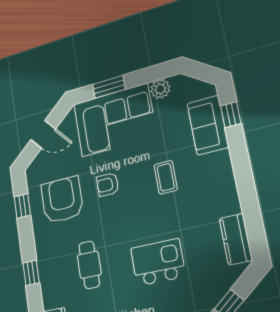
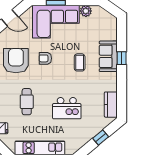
window: (231, 115) -> (122, 58), moved
sofa: (208, 125) -> (108, 56), moved
kitchen island: (158, 262) -> (67, 108), turned 180

